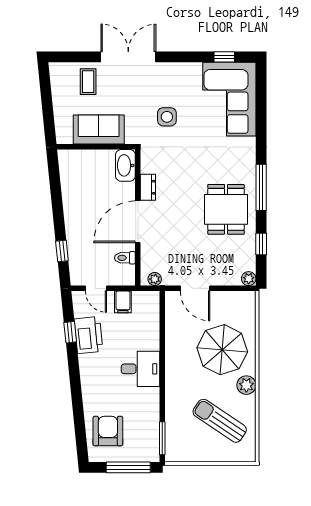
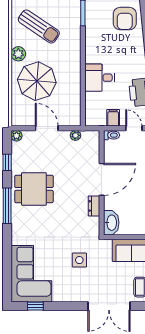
dining table: (226, 209) -> (34, 189), turned 90
toilet: (125, 258) -> (112, 135), moved
plant: (155, 279) -> (75, 135), moved
door: (195, 288) -> (47, 128), moved
desk: (141, 369) -> (100, 78), moved

